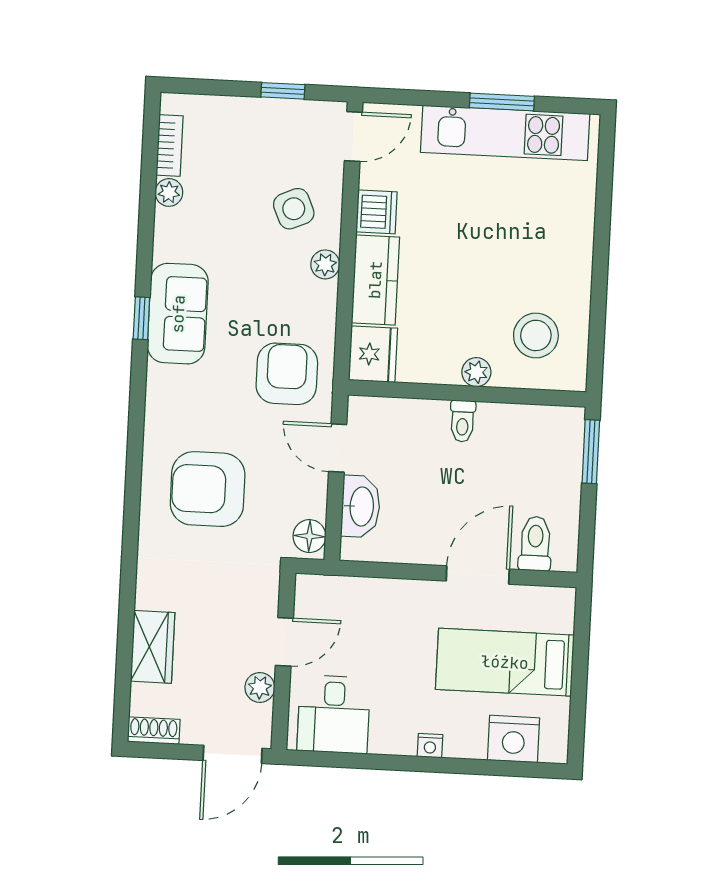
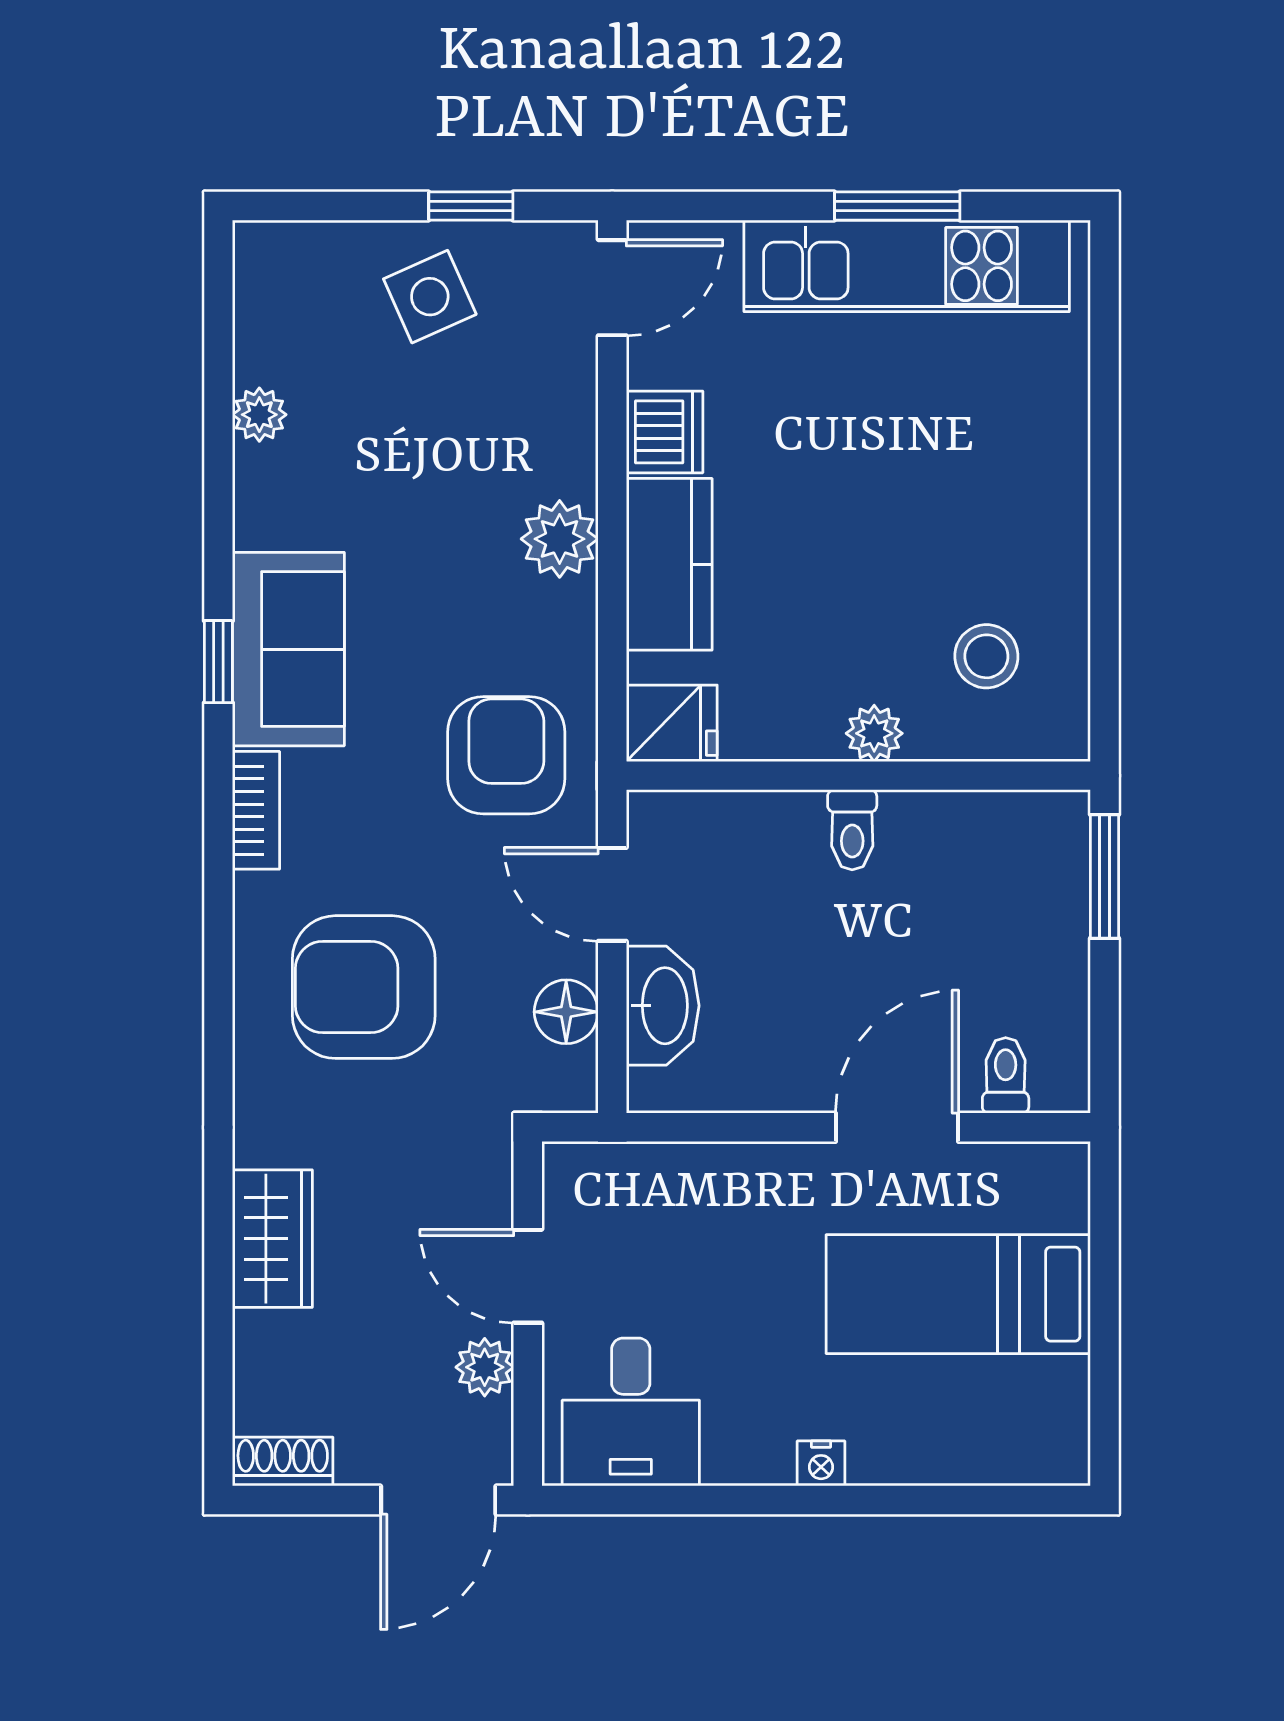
bookcase: (170, 145) -> (256, 810), moved
side table: (294, 209) -> (430, 297), moved
plant: (325, 264) -> (560, 539), width x1.38, depth x1.38
stool: (536, 335) -> (986, 656), width x0.73, depth x0.73
fridge: (373, 354) -> (672, 723), width x0.72
floor lamp: (309, 536) -> (566, 1012), moved
toilet: (535, 544) -> (1006, 1075), width x0.73, depth x0.72
door: (284, 642) -> (528, 1276), swing flipped
wardrobe: (153, 647) -> (272, 1239), moved
nightstand: (513, 739) -> (982, 1442), removed

